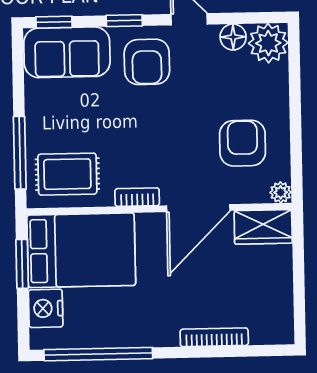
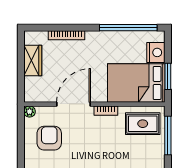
armchair: (242, 143) -> (49, 138), turned 180
wardrobe: (263, 227) -> (33, 60), moved, turned 90

